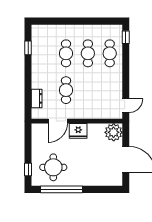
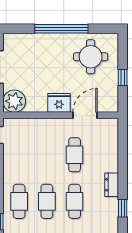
dresser: (37, 98) -> (112, 185), moved
window: (28, 170) -> (123, 78), moved
window: (61, 189) -> (61, 29), moved

